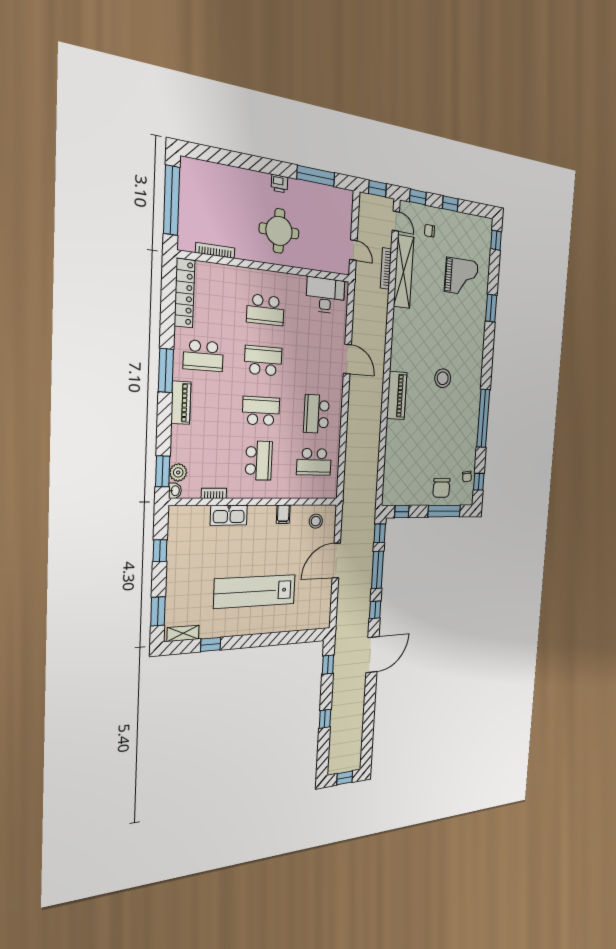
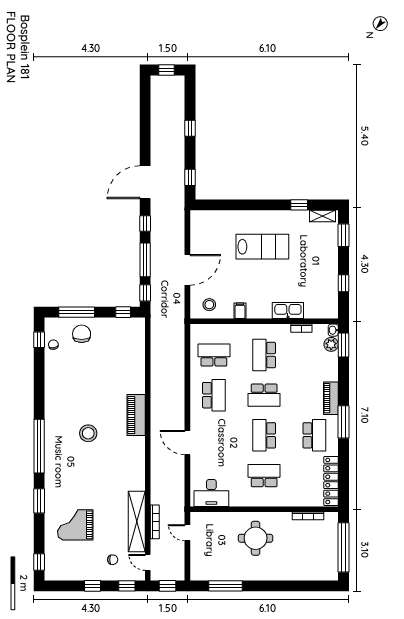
printer: (280, 184) -> (257, 574), removed
school desk: (203, 356) -> (314, 435), turned 90
school desk: (263, 361) -> (264, 435), turned 90
window: (483, 418) -> (39, 446), moved
lab bench: (255, 591) -> (262, 247), width x0.73

